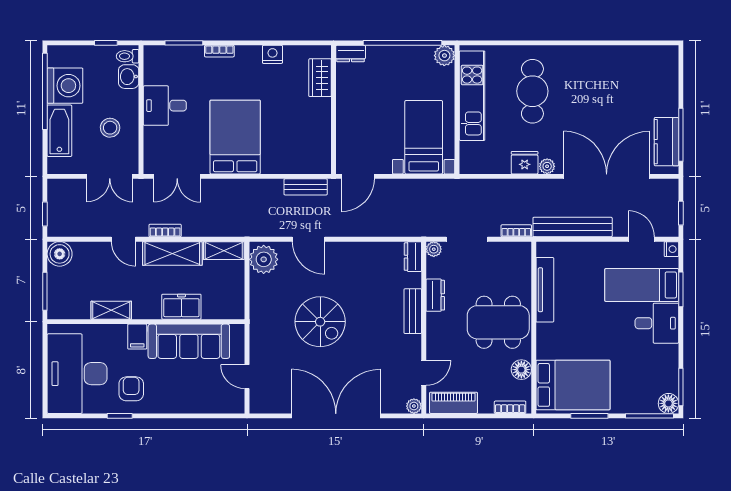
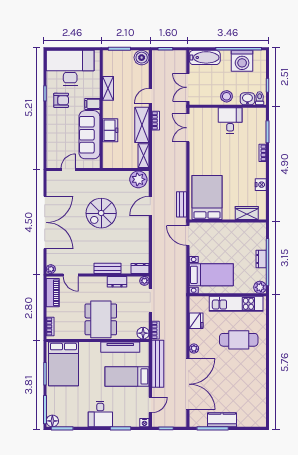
dresser: (351, 54) -> (261, 259), moved
stool: (110, 128) -> (227, 96), moved
bathtub: (59, 131) -> (205, 57), moved
bed: (235, 137) -> (207, 198), moved, turned -90
kitchen counter: (666, 142) -> (222, 420), moved
fridge: (525, 163) -> (196, 321), moved
bed: (642, 285) -> (127, 376), moved, turned -90
floor lamp: (521, 370) -> (143, 333), moved

